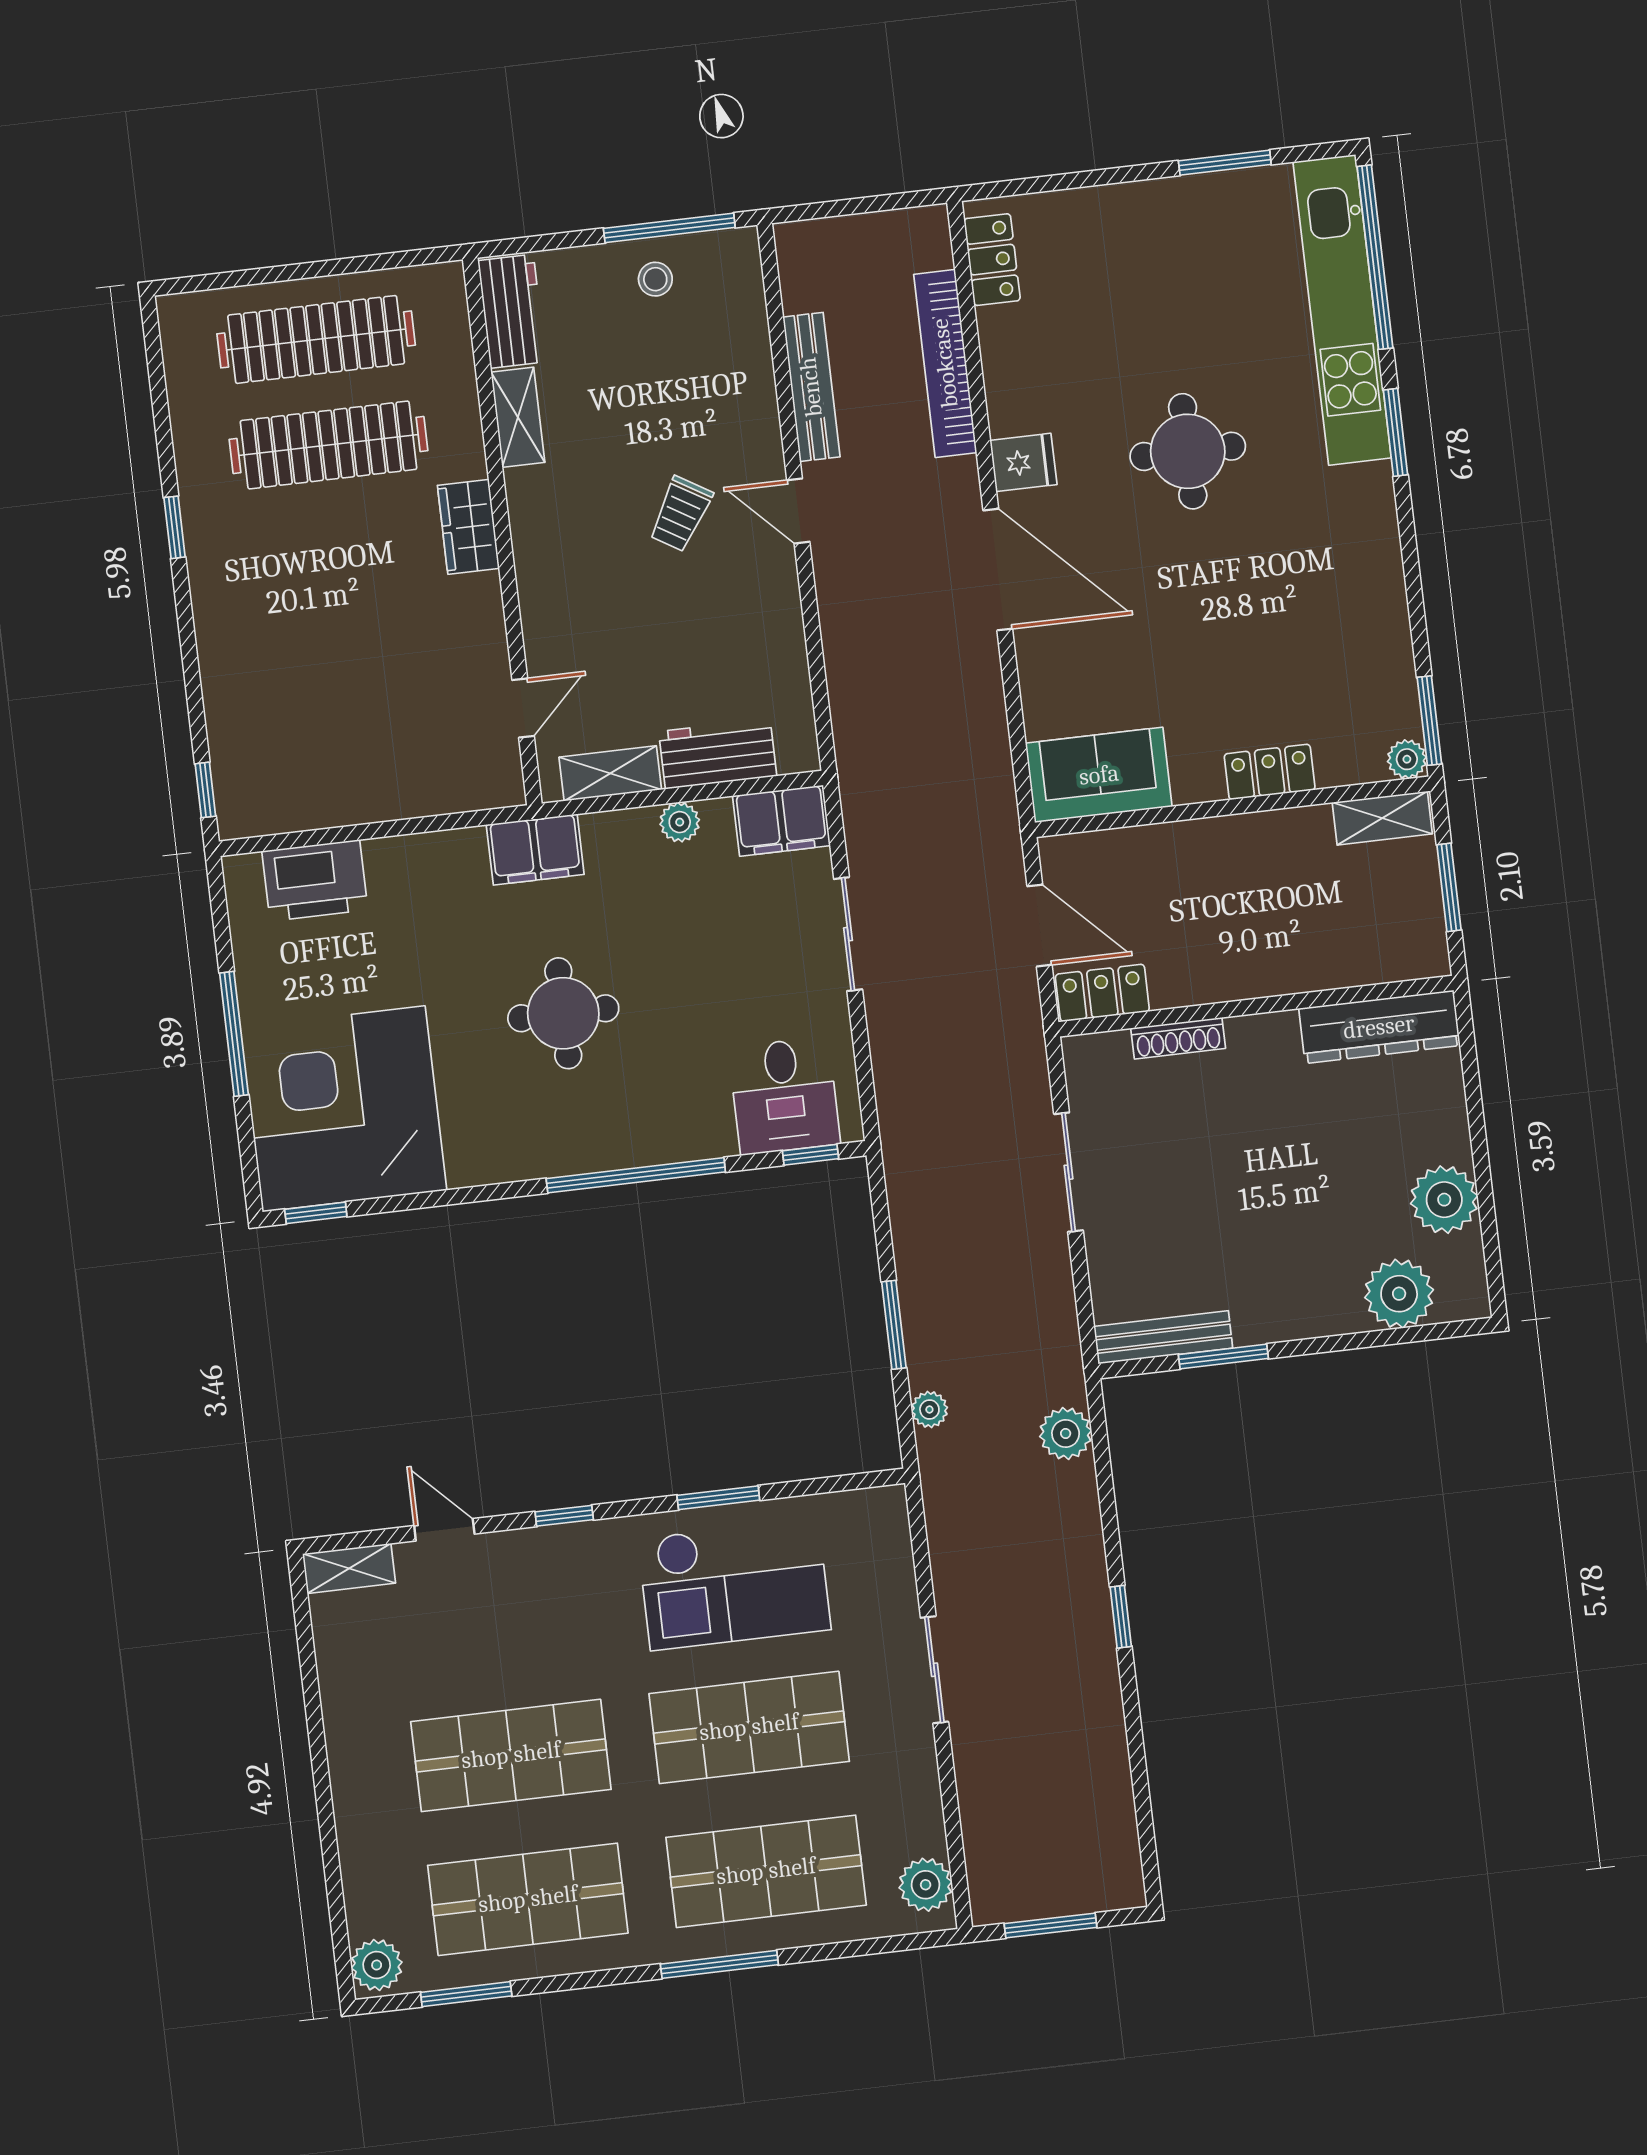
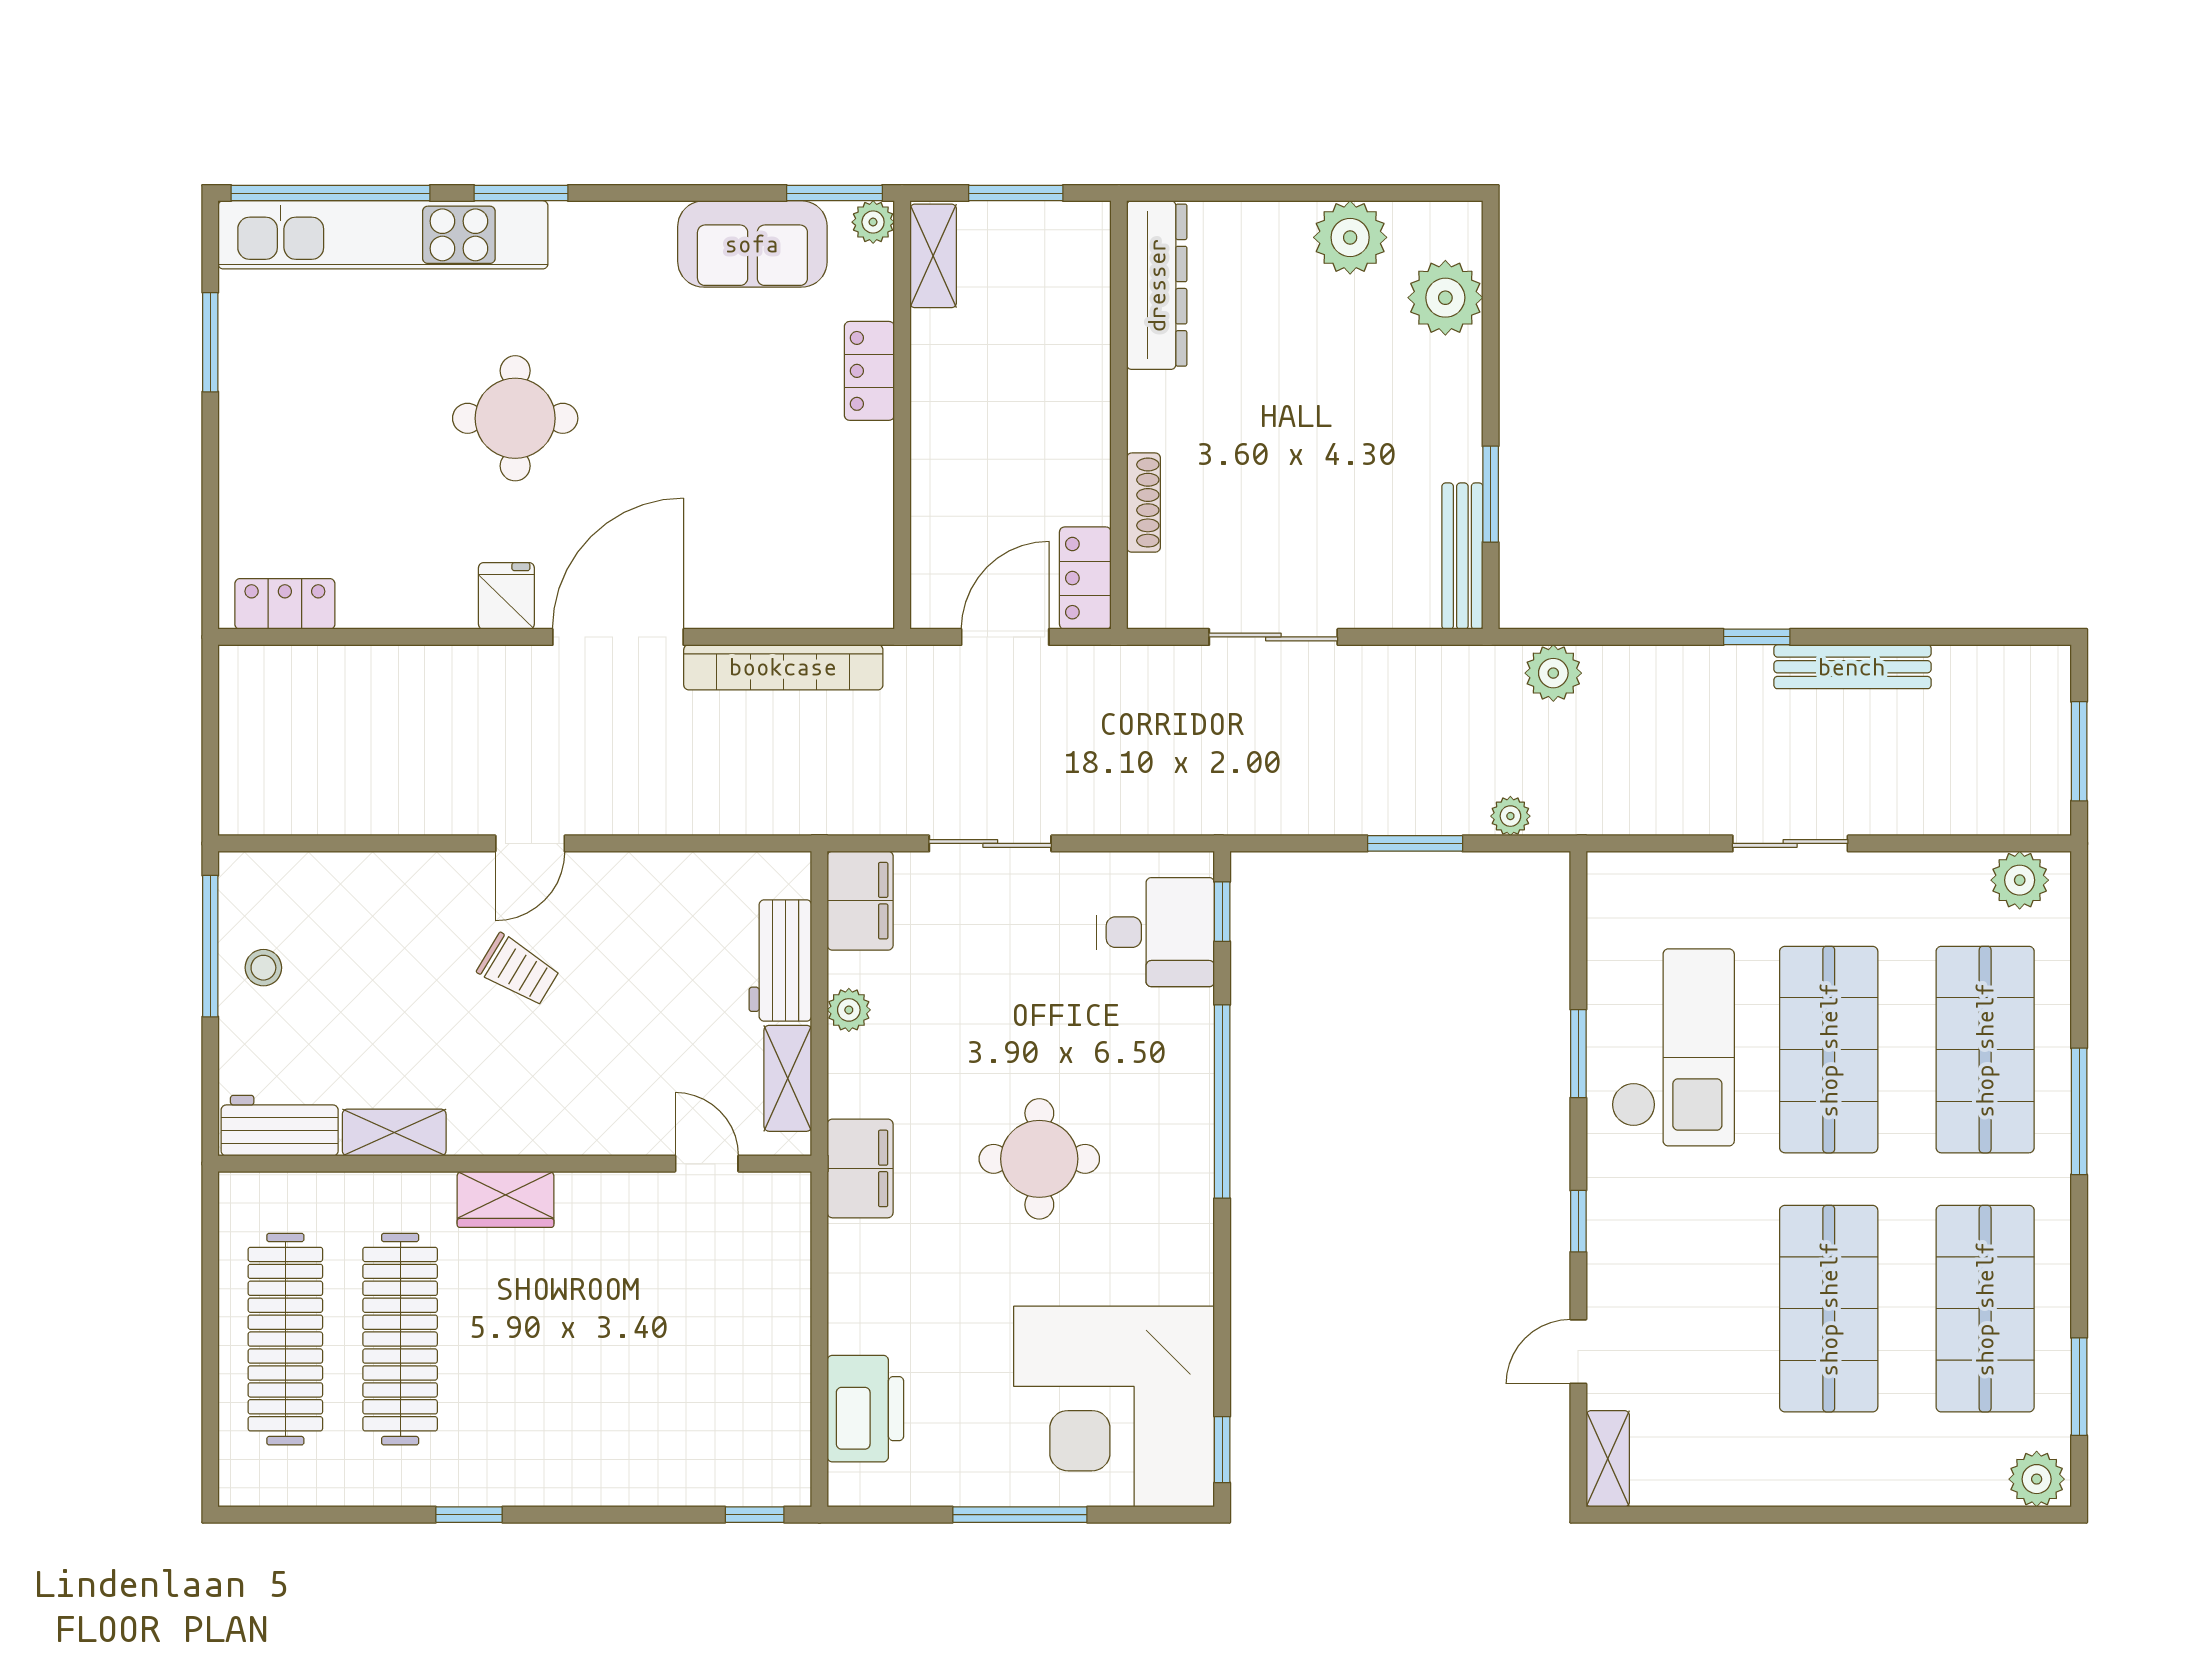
bookcase: (945, 363) -> (783, 667), moved
bench: (811, 387) -> (1852, 667), moved
sofa: (1099, 775) -> (752, 244), moved, turned -90

